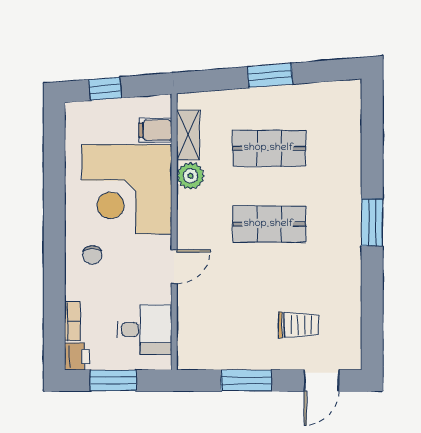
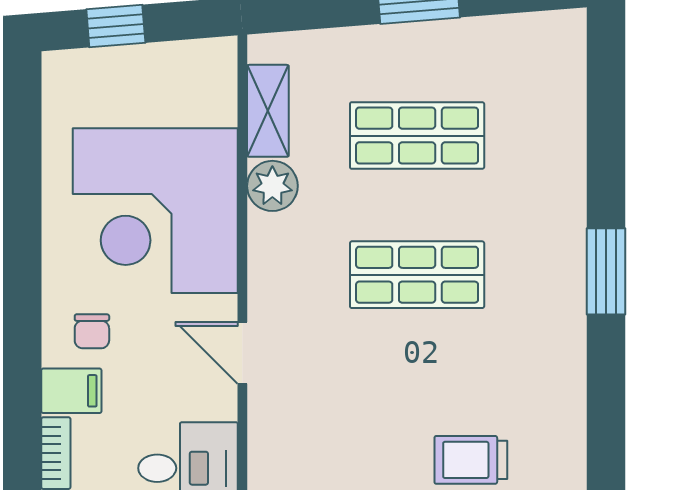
filing cabinet: (155, 130) -> (71, 391), moved, turned 180
door: (174, 267) -> (242, 353), swing flipped
trolley: (299, 325) -> (471, 460), turned 180

